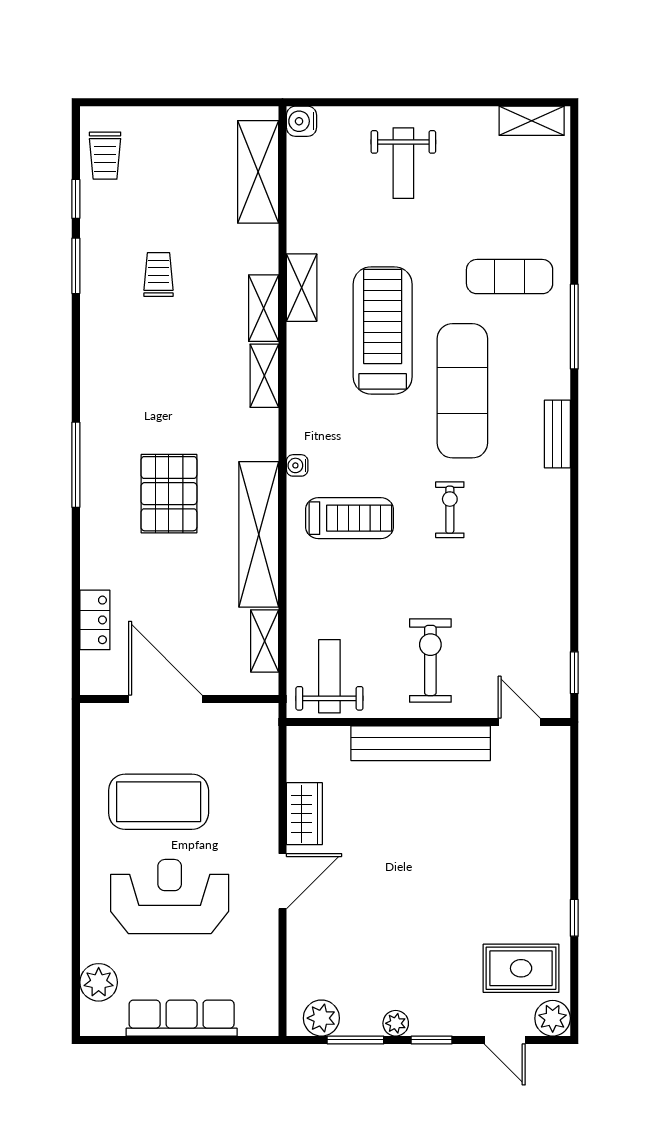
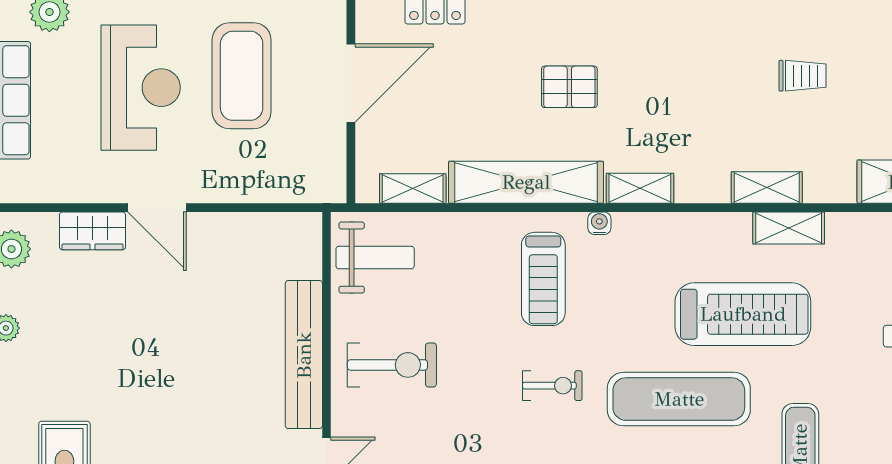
shelving: (264, 376) -> (640, 188), moved
pallet: (169, 494) -> (569, 87), width x0.67, depth x0.71
wardrobe: (304, 814) -> (92, 231), moved

